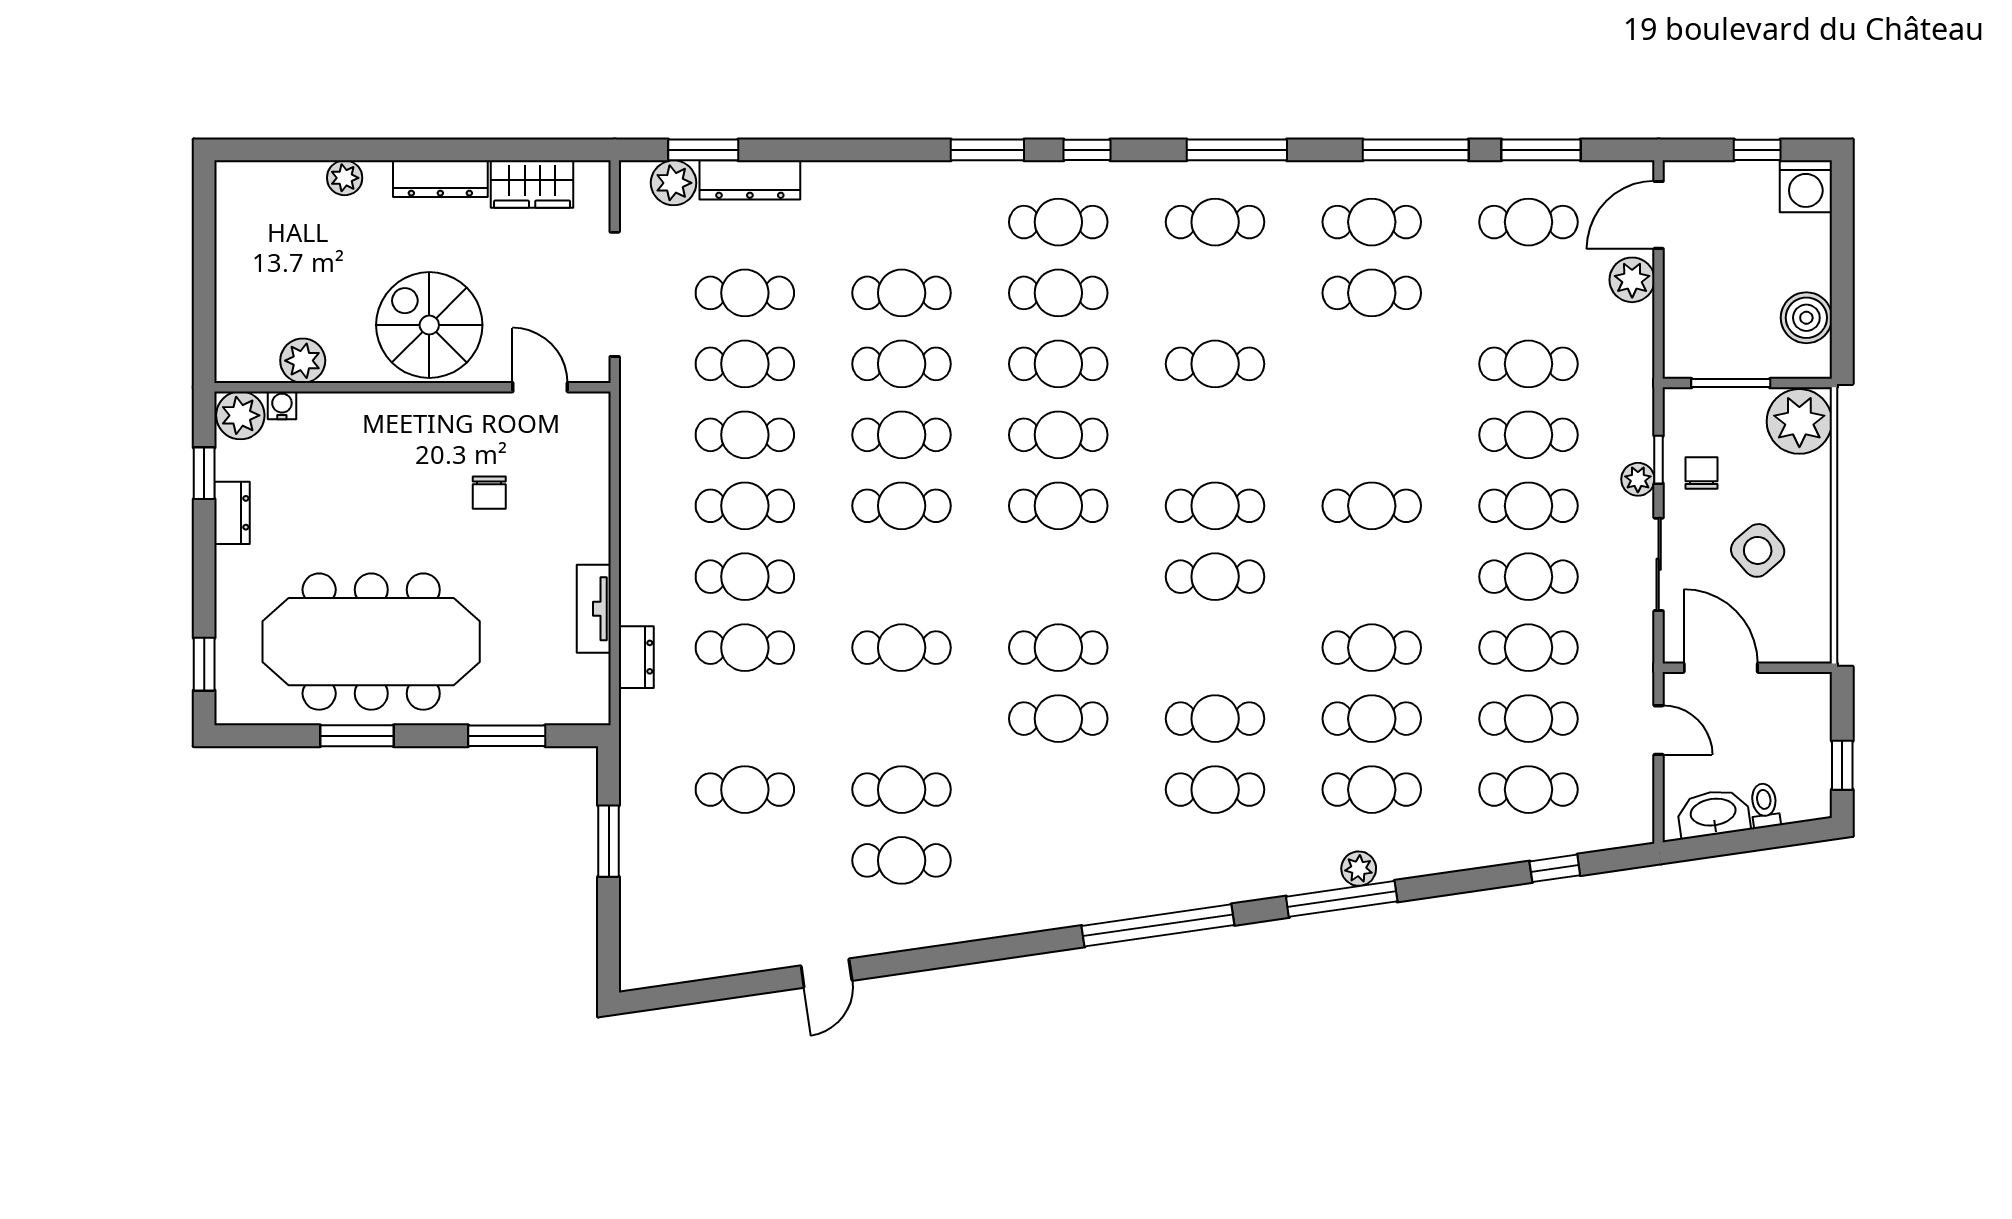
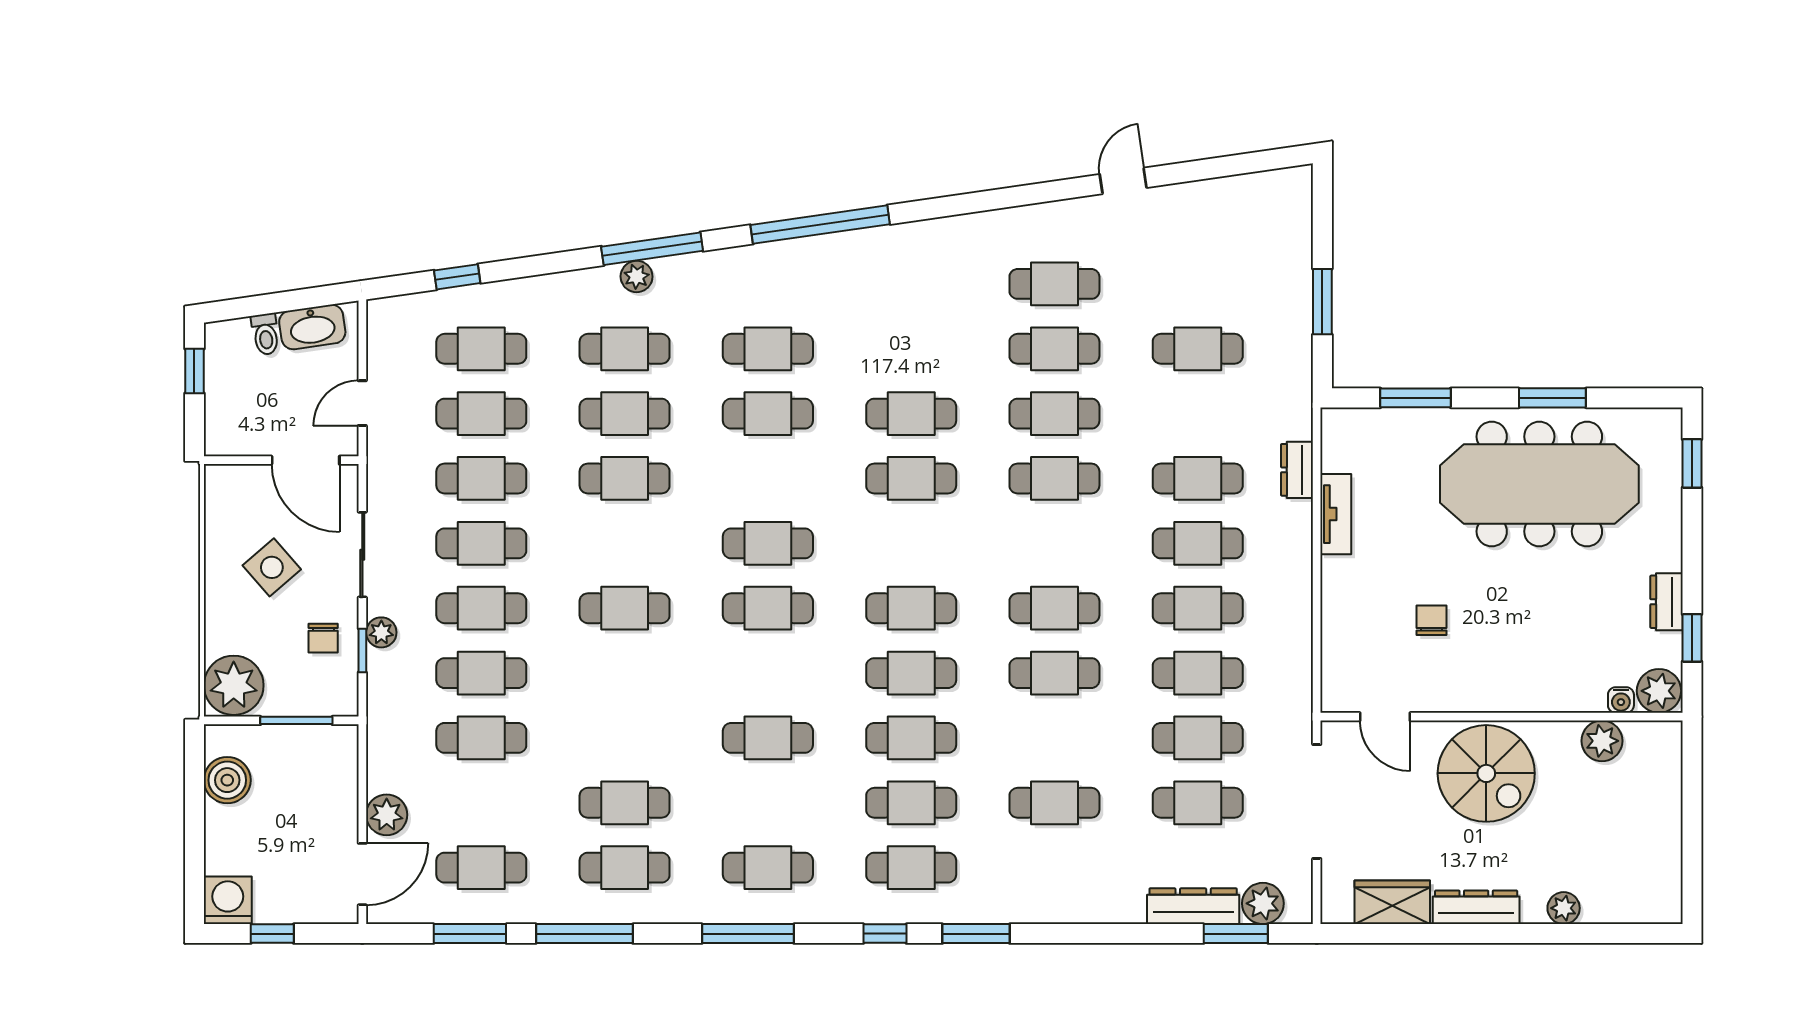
cafe table: (902, 364) -> (1054, 414), moved
door: (1659, 730) -> (362, 403), hinge flipped

